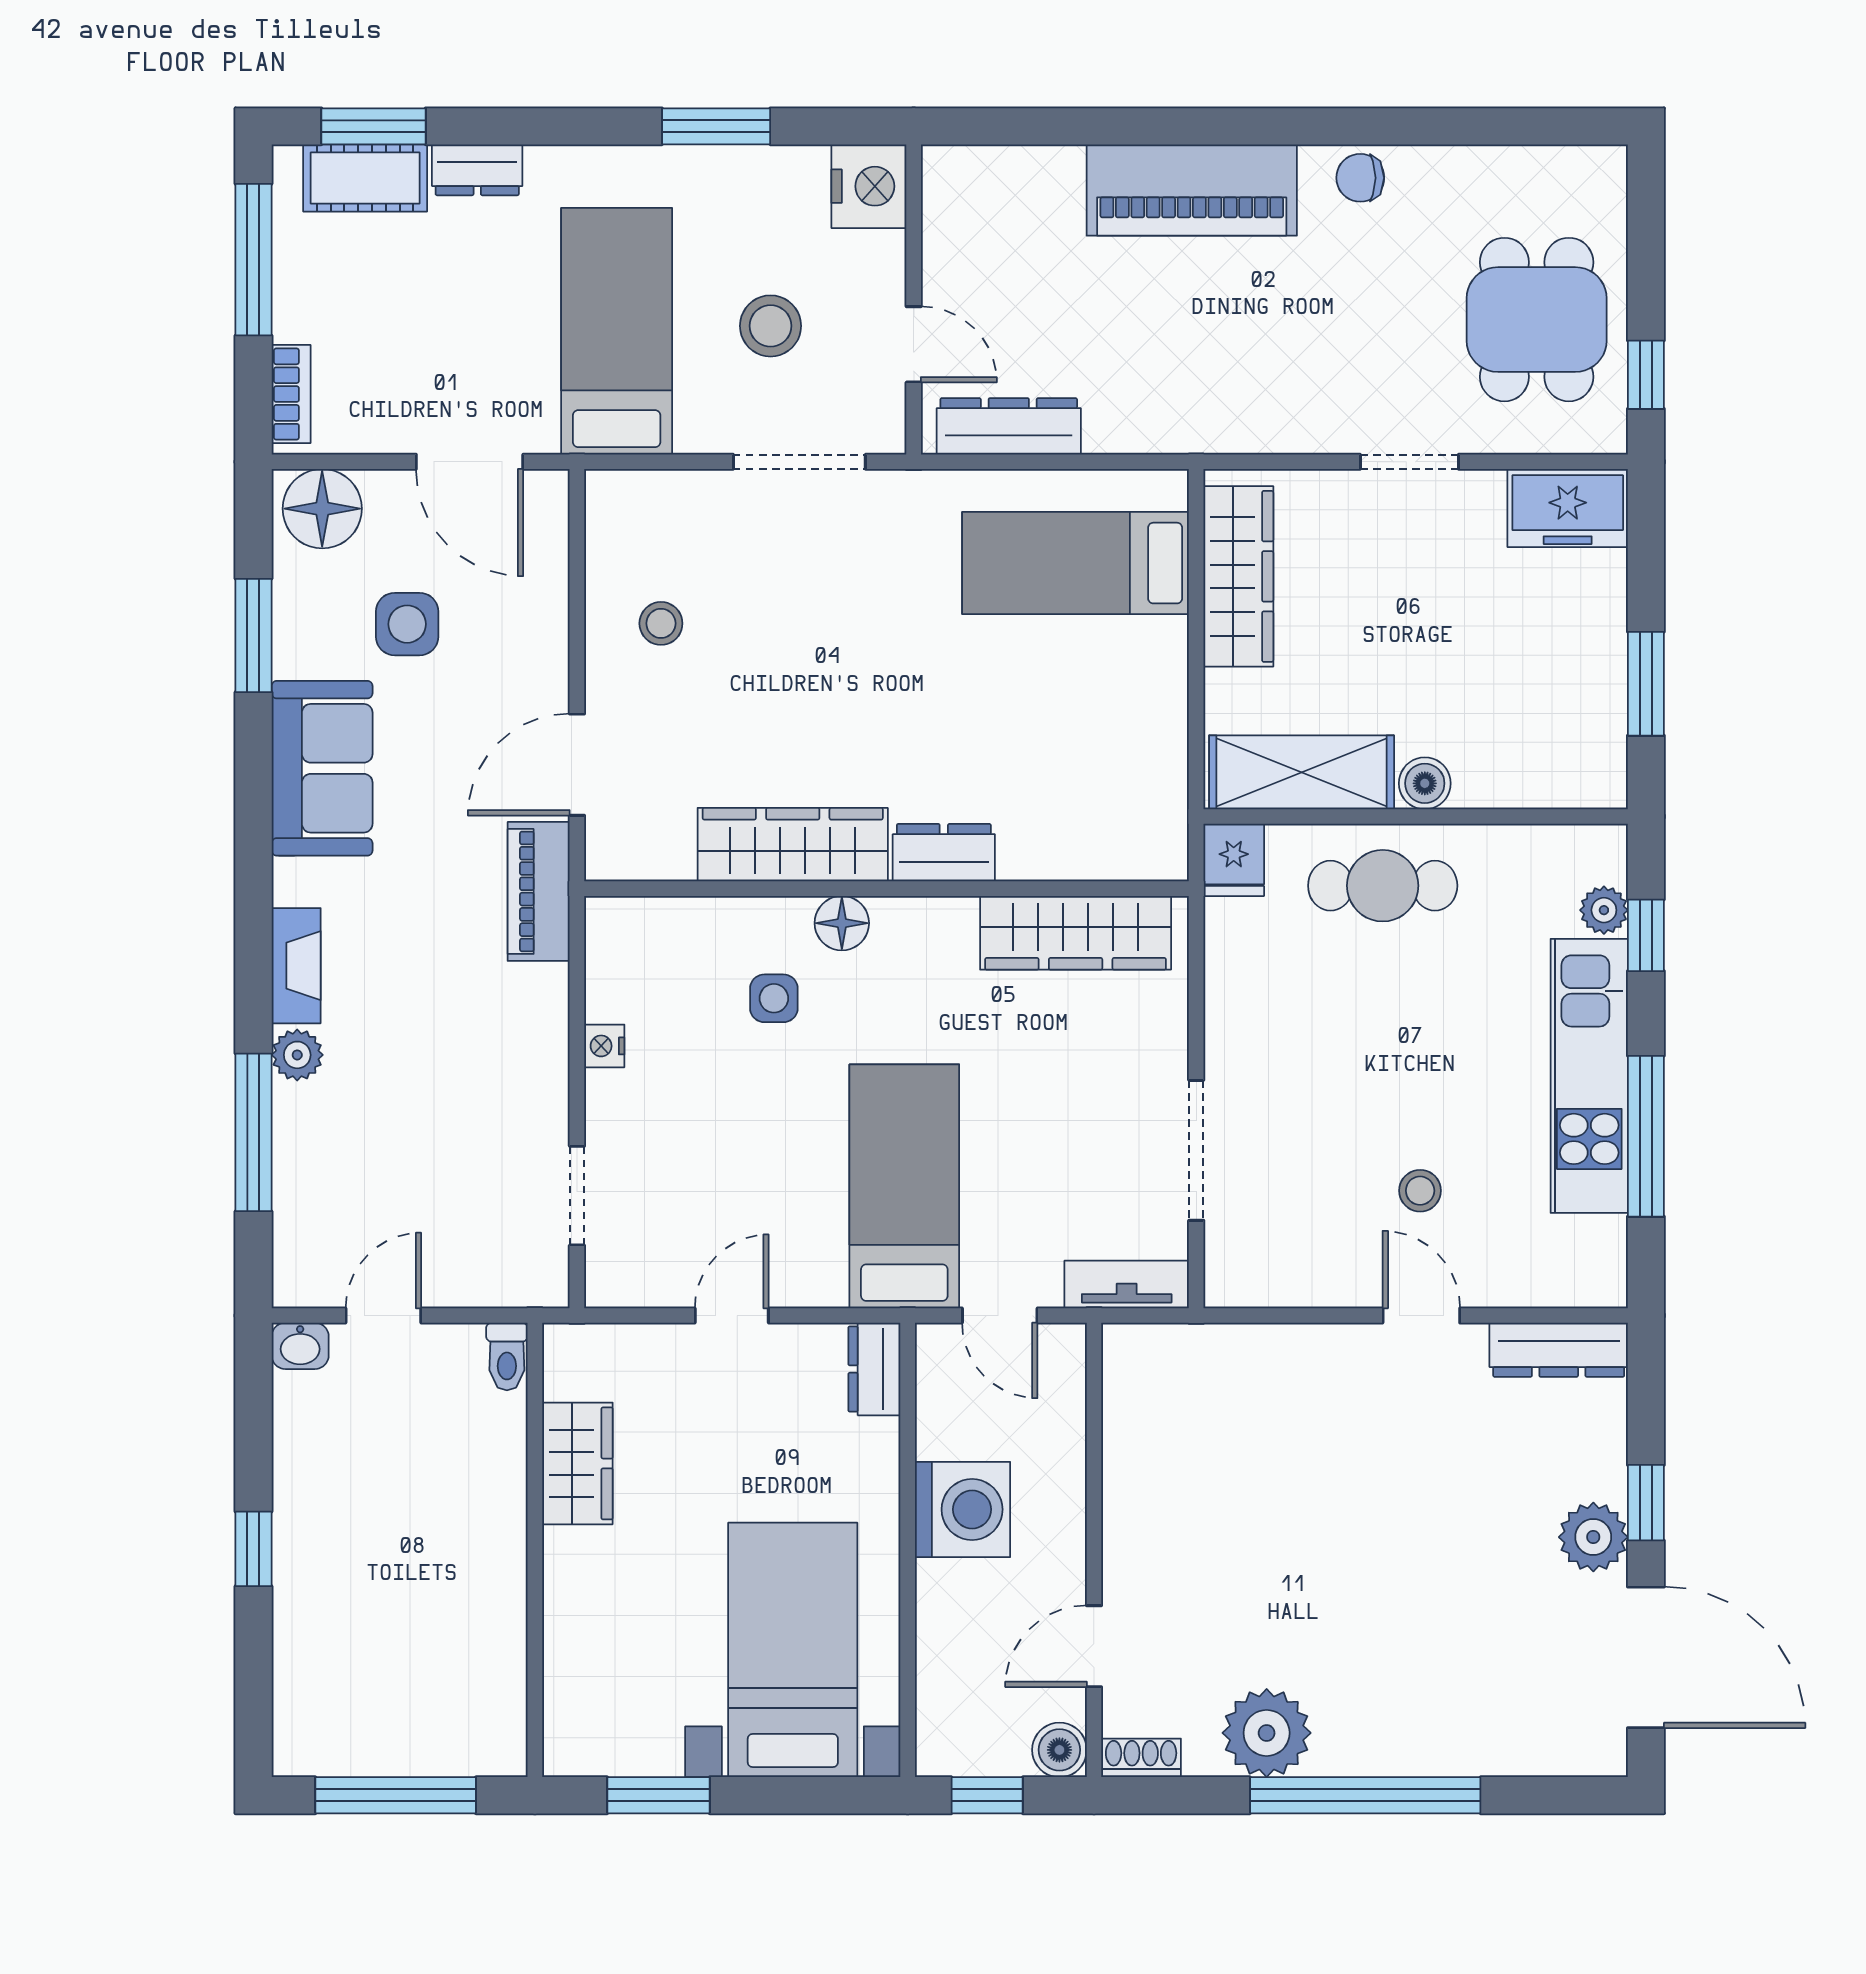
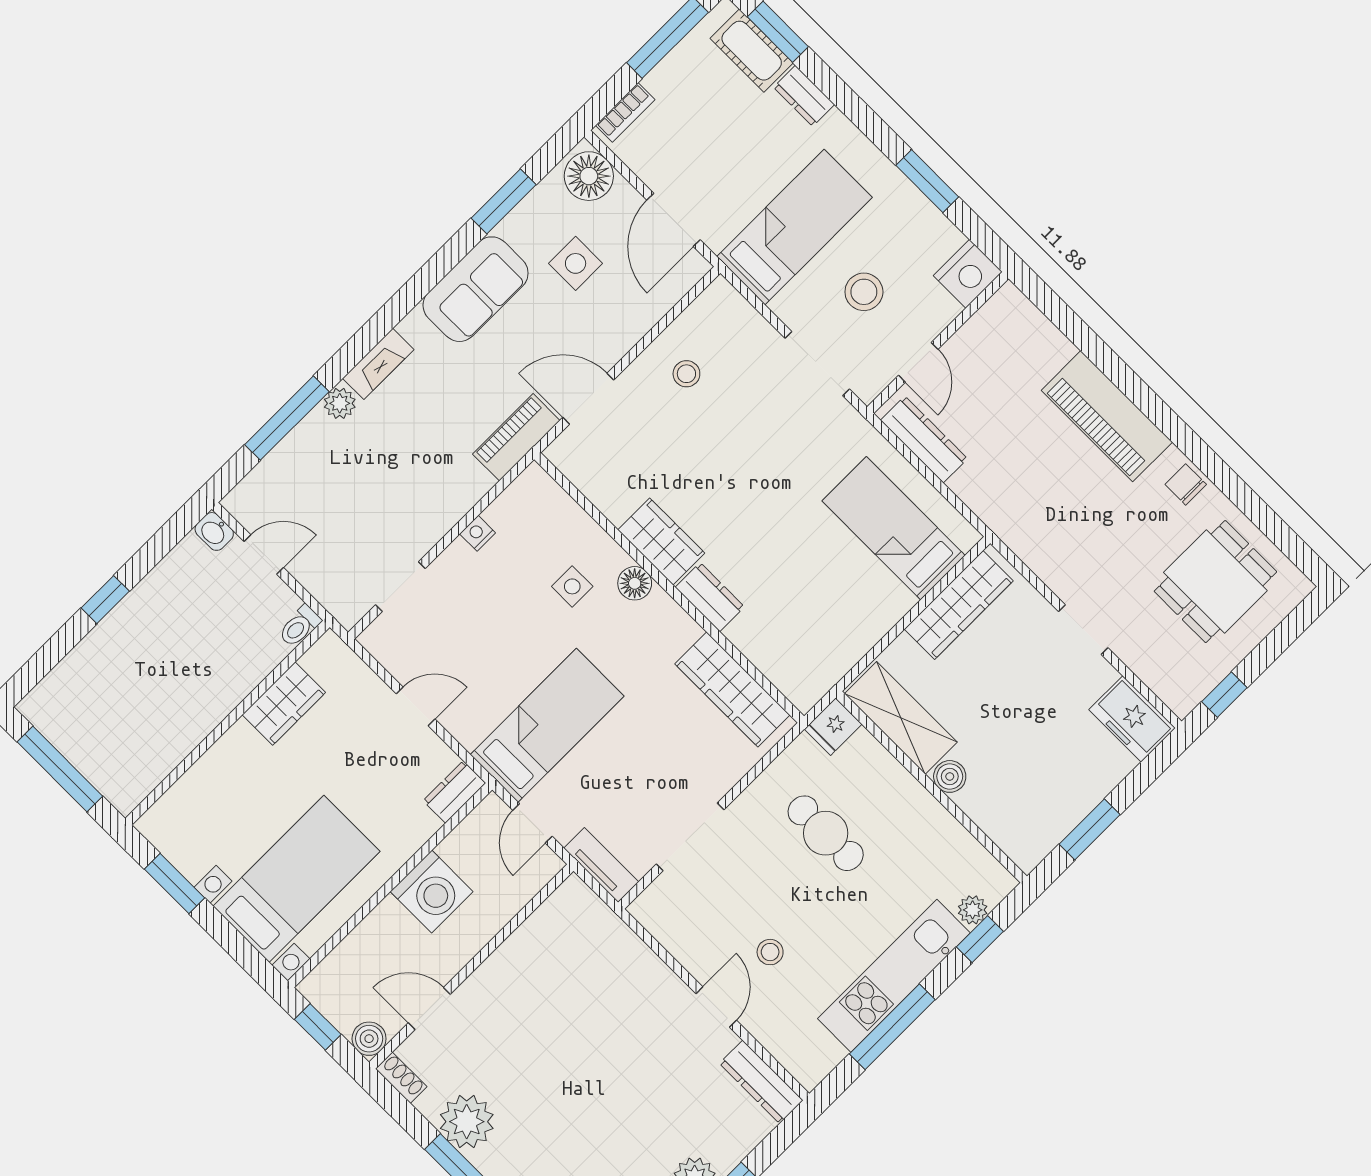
dining table: (1537, 320) -> (1215, 582), moved
wardrobe: (793, 845) -> (661, 541), width x0.67
cafe table: (1383, 886) -> (826, 833), moved

